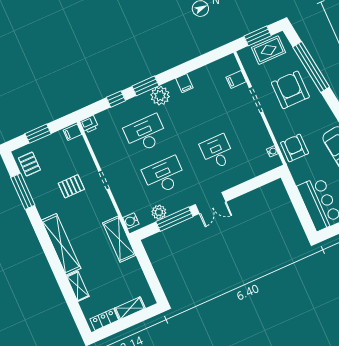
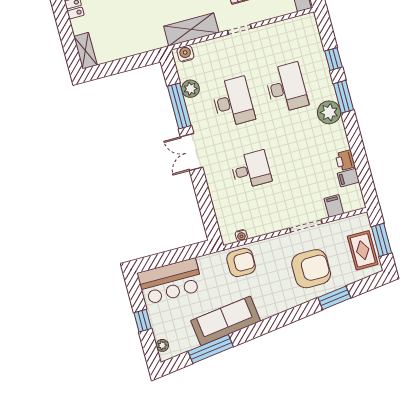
window: (311, 67) -> (334, 298), width x0.47
filing cabinet: (184, 83) -> (348, 178), moved
printer: (89, 124) -> (345, 160), moved
shelving: (119, 239) -> (191, 29), moved
shelving: (130, 308) -> (85, 51), moved

